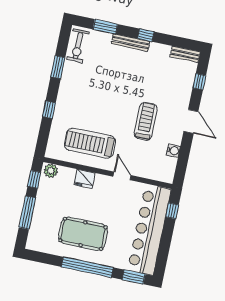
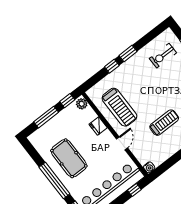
exercise bike: (78, 46) -> (163, 56), moved
window: (58, 67) -> (128, 54), moved
treadmill: (90, 143) -> (119, 107), turned 180
water cooler: (173, 151) -> (149, 167), moved

